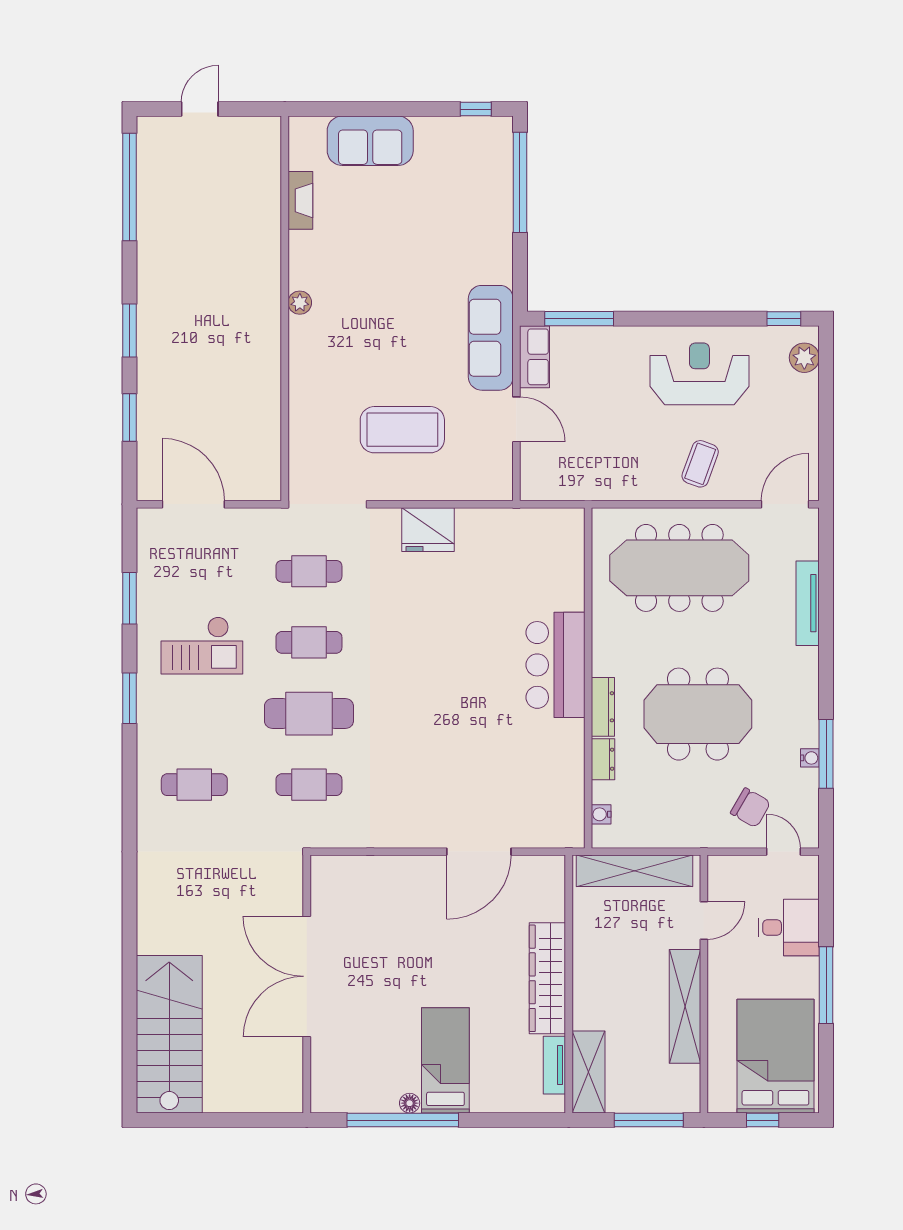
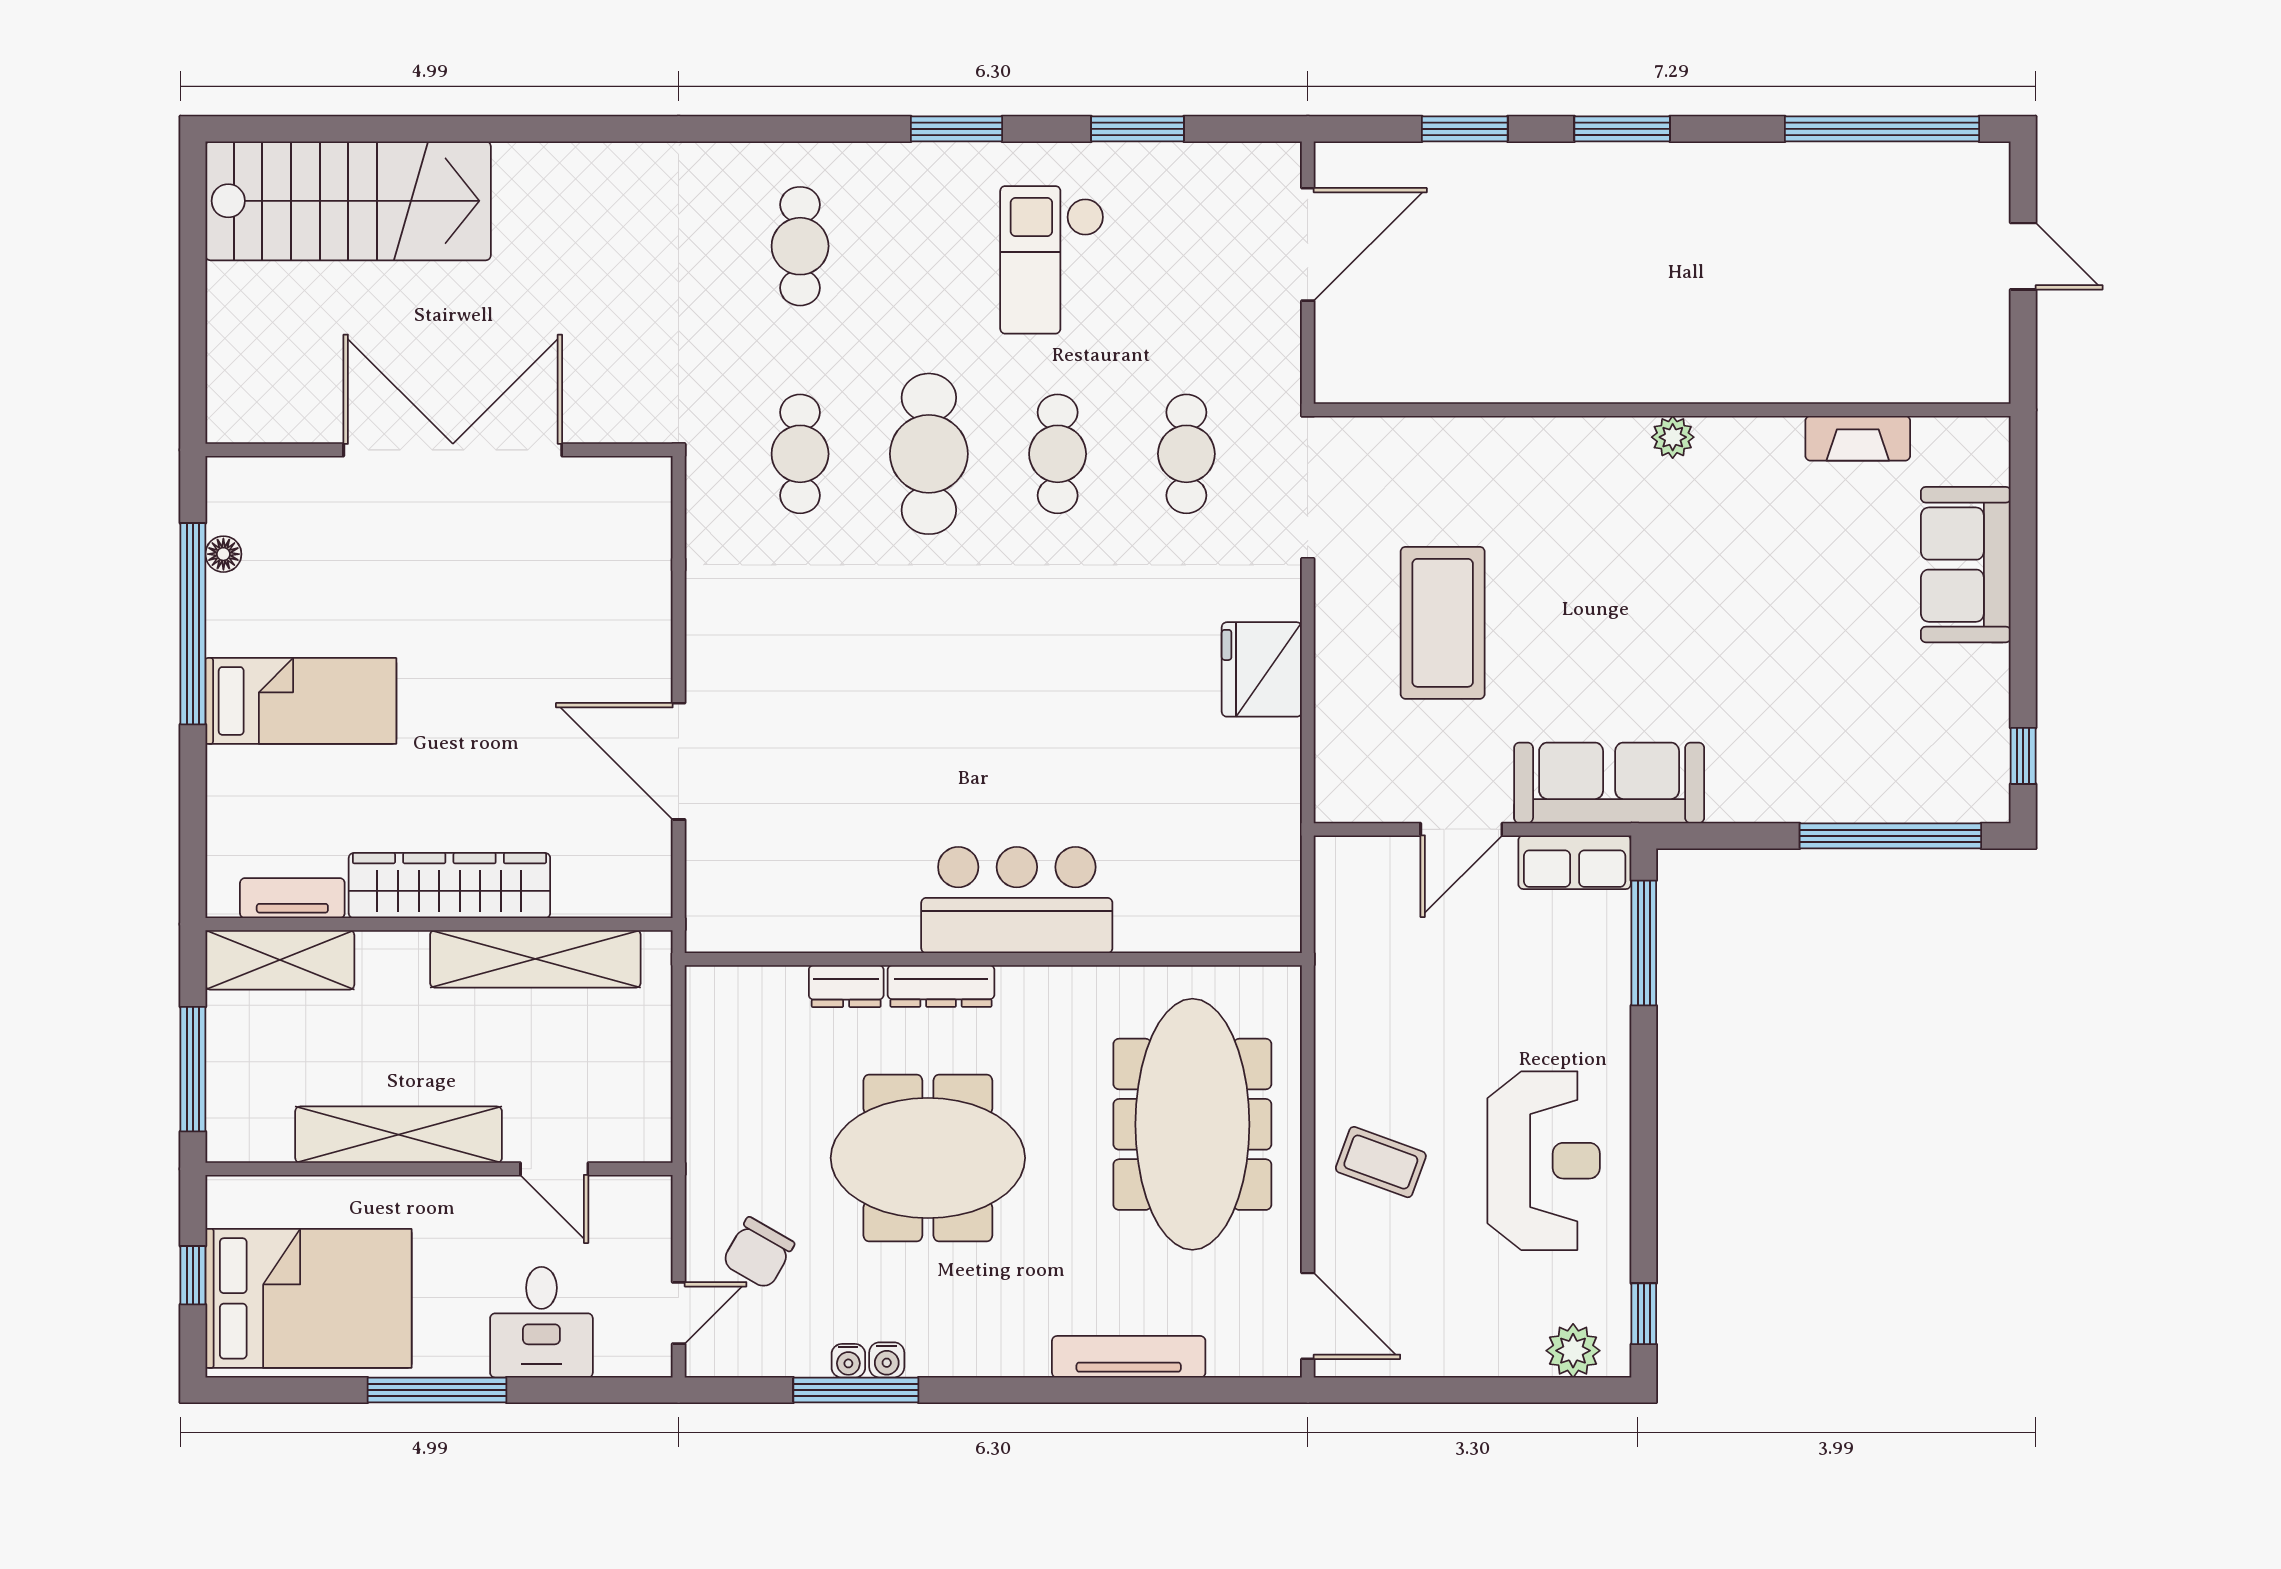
meeting table: (698, 714) -> (928, 1158), turned 90
water cooler: (601, 814) -> (887, 1360), moved, turned 180
shelving: (634, 871) -> (535, 959), moved, turned 90
floor lamp: (410, 1103) -> (223, 554), moved

